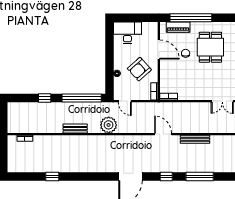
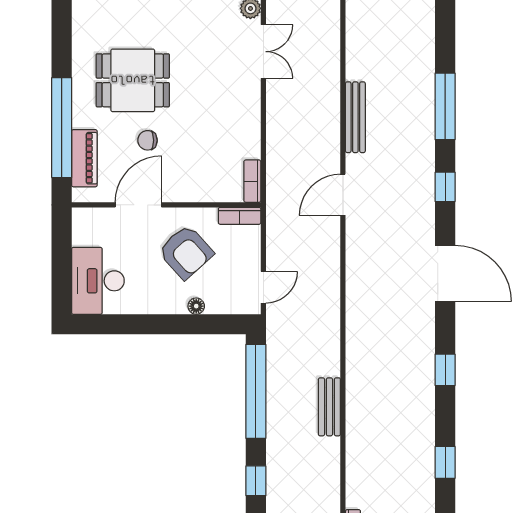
plant: (109, 125) -> (321, 326), removed
window: (91, 176) -> (445, 370), added

